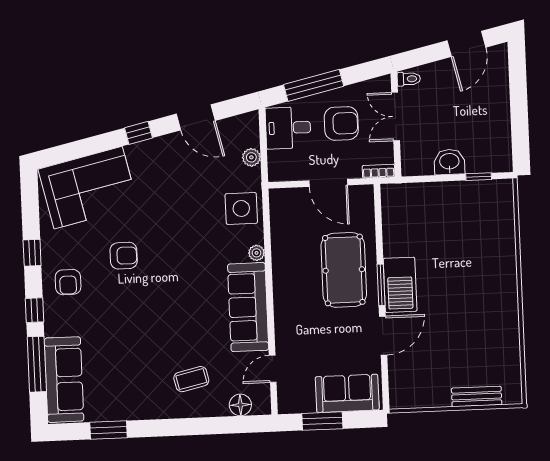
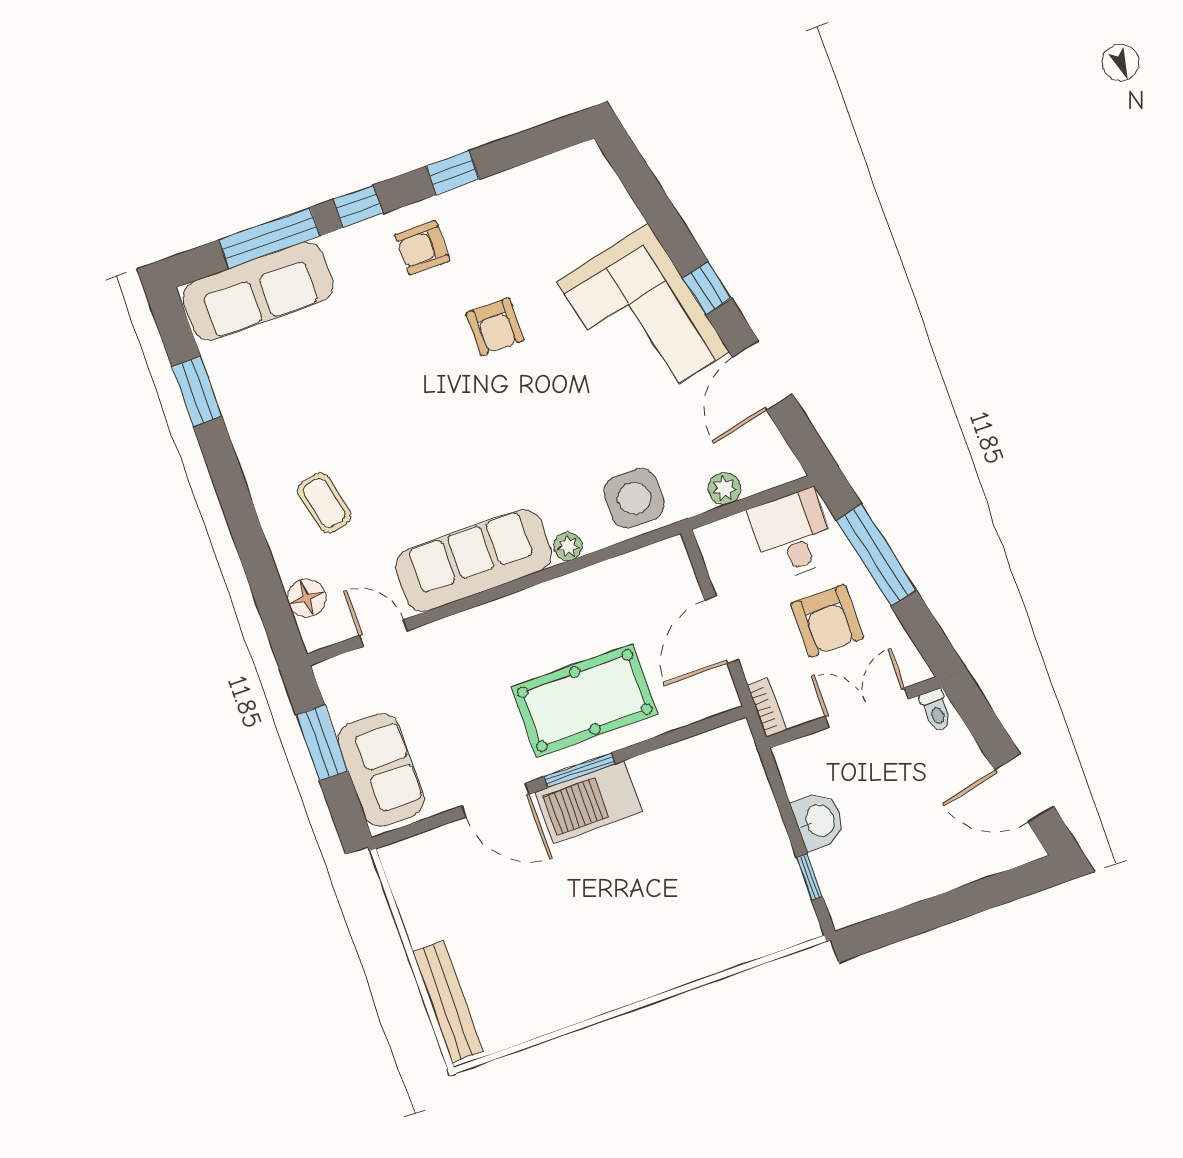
corner sofa: (88, 188) -> (643, 316), moved
bench: (477, 396) -> (448, 1002), width x1.36

